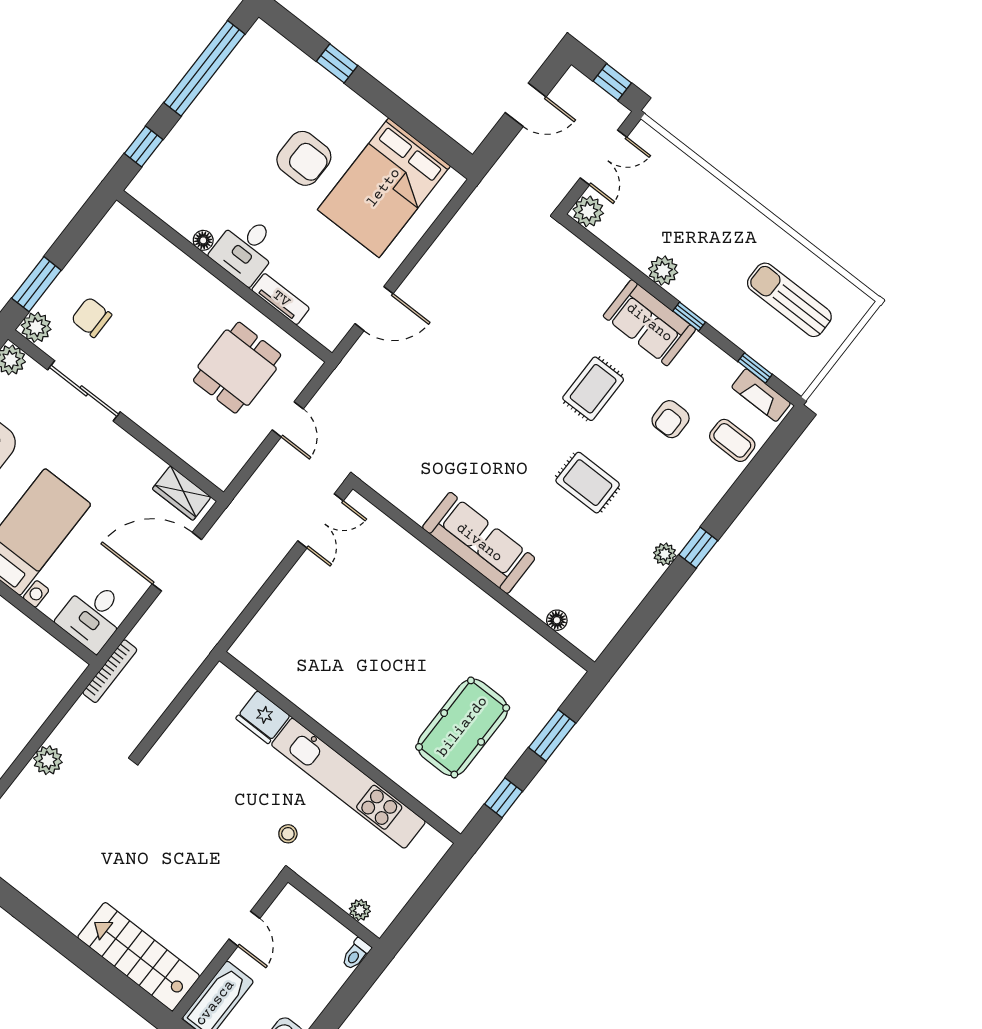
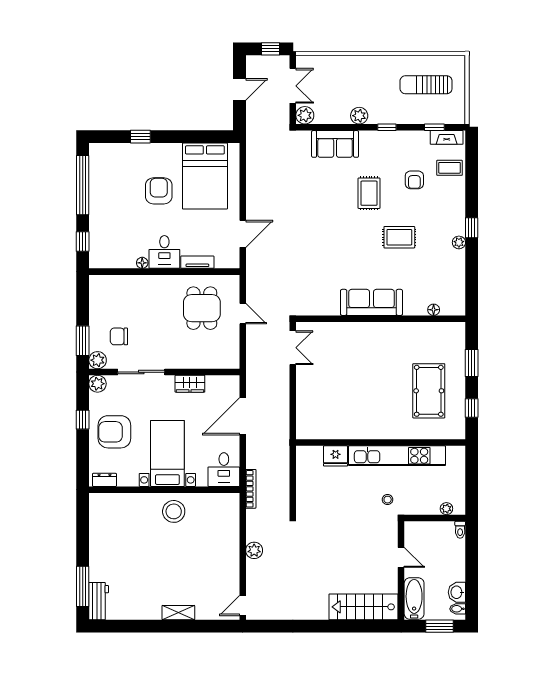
armchair: (304, 158) -> (159, 191), turned -90
sofa: (649, 323) -> (335, 144), moved
wardrobe: (182, 493) -> (190, 384), moved

